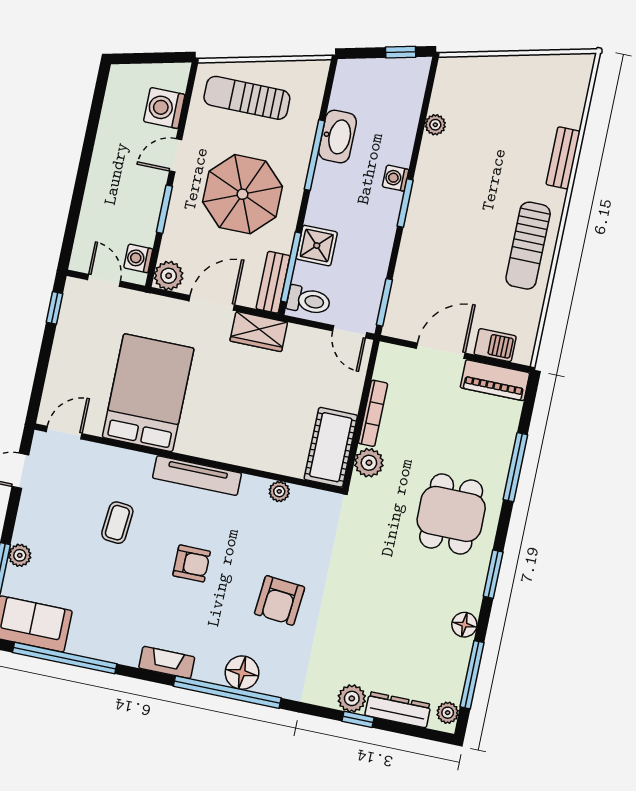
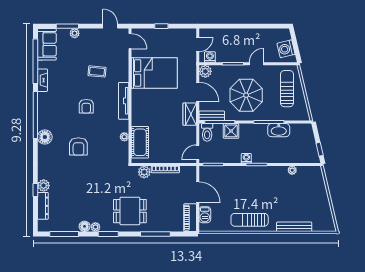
washing machine: (164, 108) -> (286, 49), moved, turned -103
door: (176, 155) -> (256, 64), hinge flipped
bench: (563, 158) -> (294, 227), width x1.36
washing machine: (396, 178) -> (246, 158), moved
window: (54, 308) -> (161, 26), moved
cot: (331, 447) -> (140, 142), moved, turned 90
armchair: (280, 600) -> (78, 146), turned -95
fireplace: (167, 662) -> (42, 80), moved
window: (227, 692) -> (35, 115), moved
plant: (448, 713) -> (95, 227), moved

